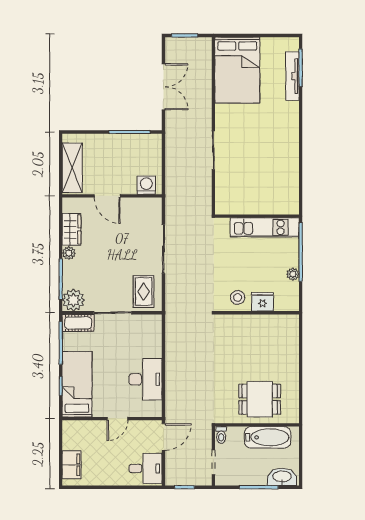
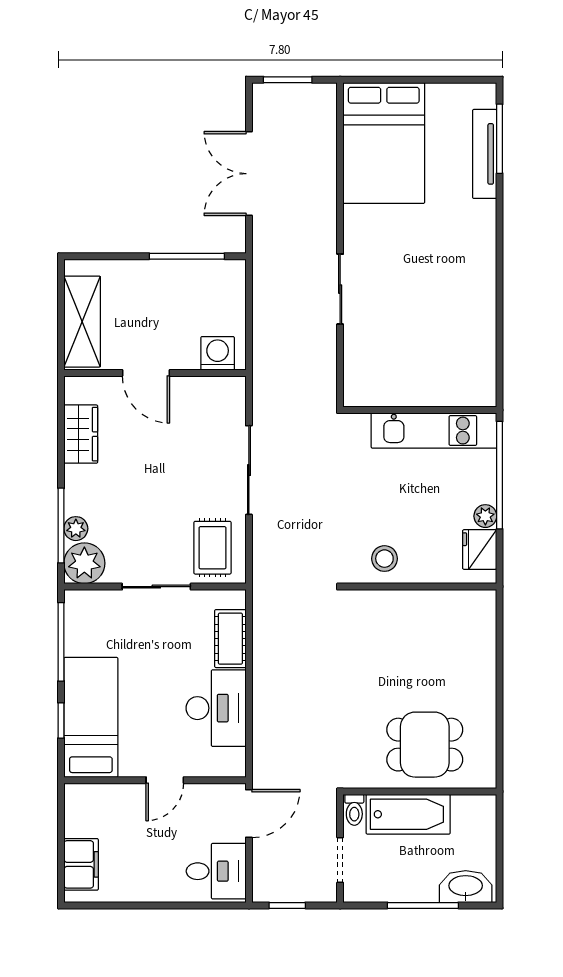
double door: (164, 87) -> (249, 174), swing flipped
plant: (69, 253) -> (76, 529), moved
fridge: (263, 302) -> (480, 549), moved, turned -90
cot: (78, 323) -> (230, 639), moved, turned 90
bathtub: (268, 437) -> (408, 814), moved

